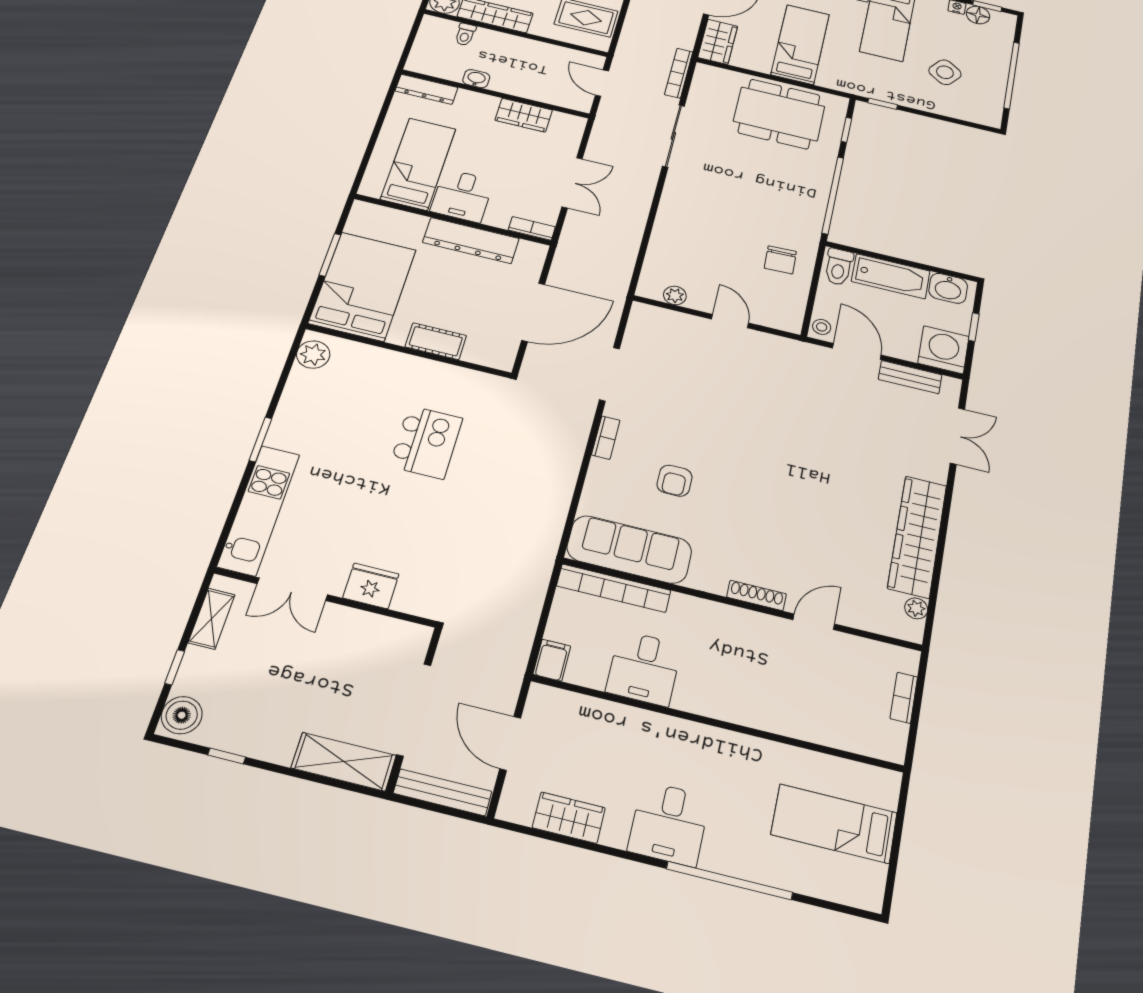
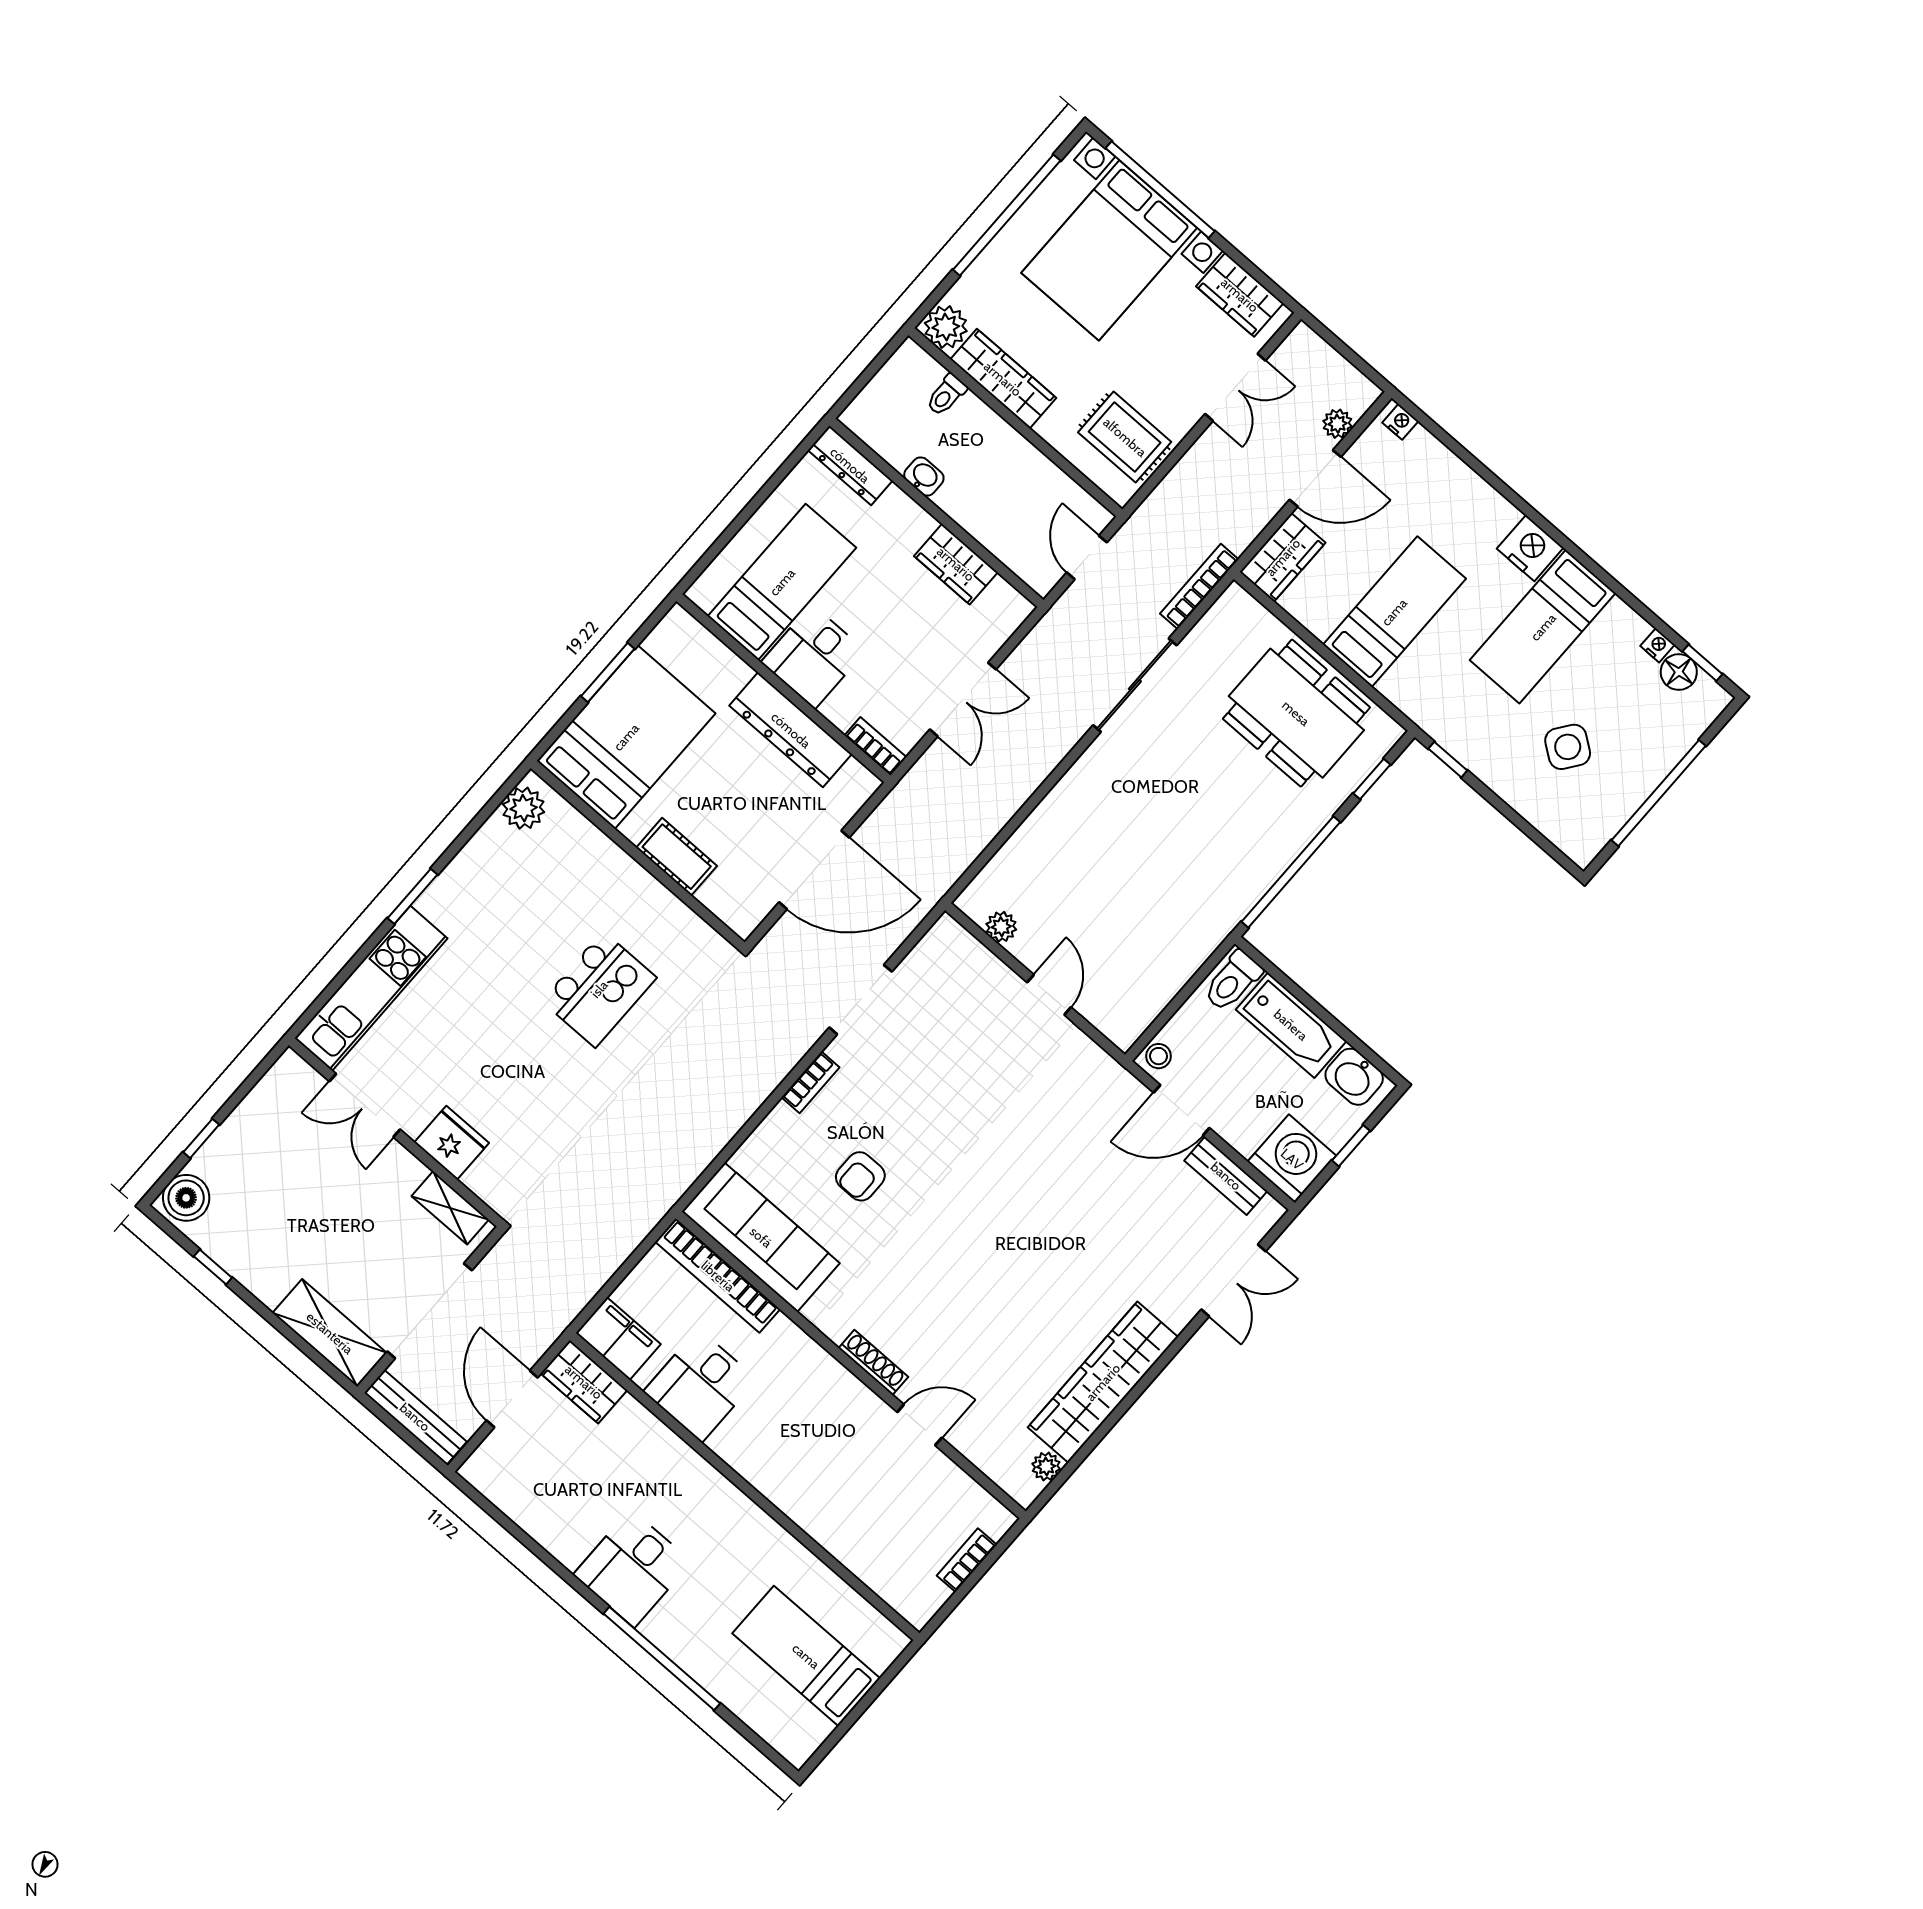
chair: (780, 260) -> (1164, 937), removed
door: (857, 351) -> (1182, 1110), swing flipped
shelving: (212, 619) -> (450, 1208), moved, turned 90
filing cabinet: (552, 660) -> (618, 1339), width x2.00
wardrobe: (569, 818) -> (584, 1382), moved, turned 180

